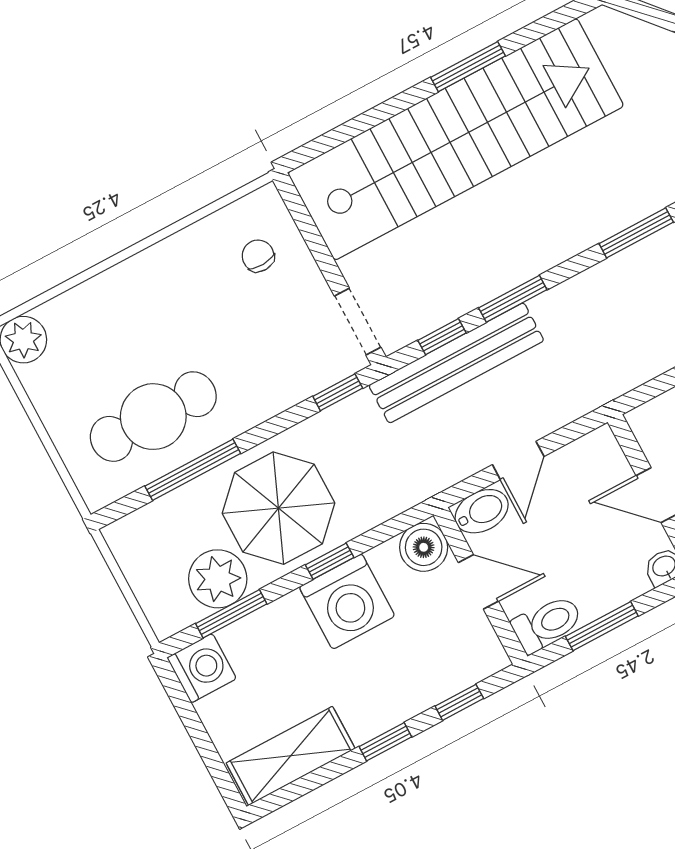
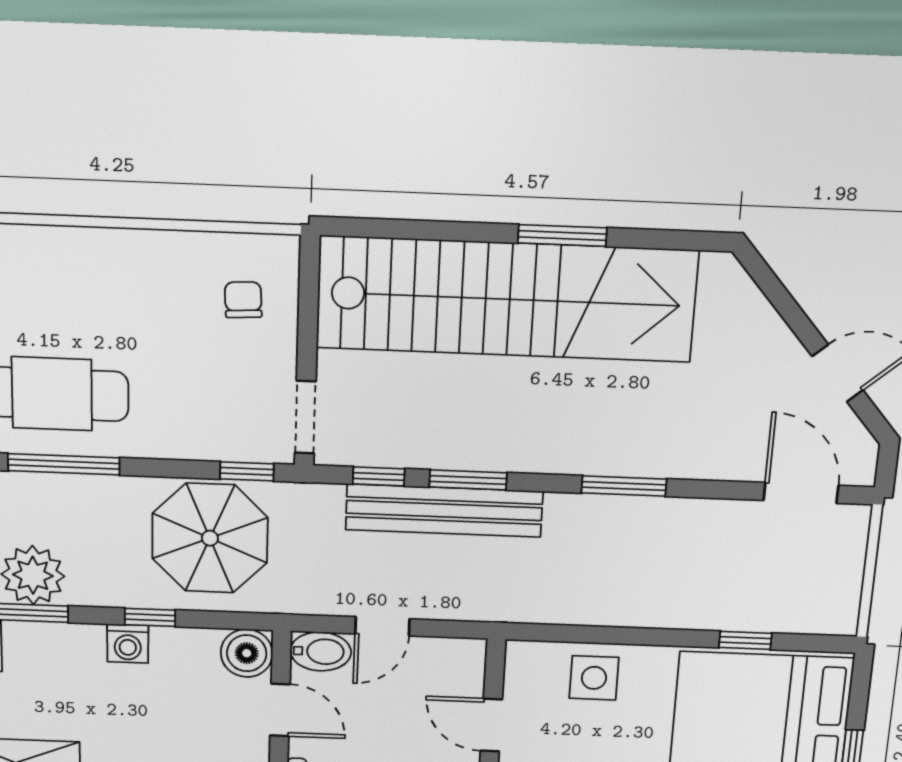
bench: (456, 363) -> (444, 511), moved
parasol: (278, 508) -> (210, 538), moved
washing machine: (347, 602) -> (128, 644), width x0.53, depth x0.53

